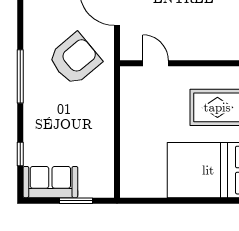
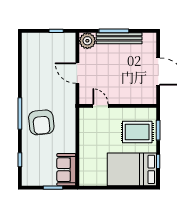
armchair: (75, 59) -> (41, 122), moved, turned 124
sofa: (50, 182) -> (66, 170), moved, turned -90

